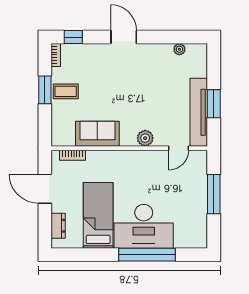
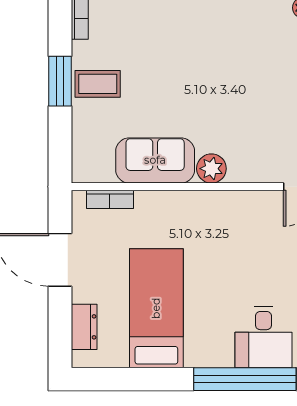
plant: (145, 138) -> (211, 169), moved
desk: (144, 226) -> (263, 337), width x0.53, depth x0.77

